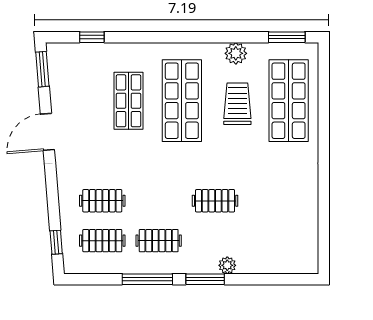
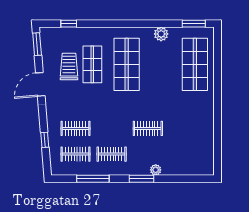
trolley: (237, 104) -> (69, 66), moved
window: (56, 242) -> (45, 140), moved
window: (147, 279) -> (93, 179), moved

